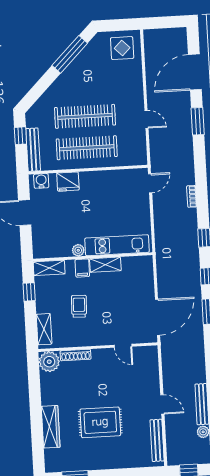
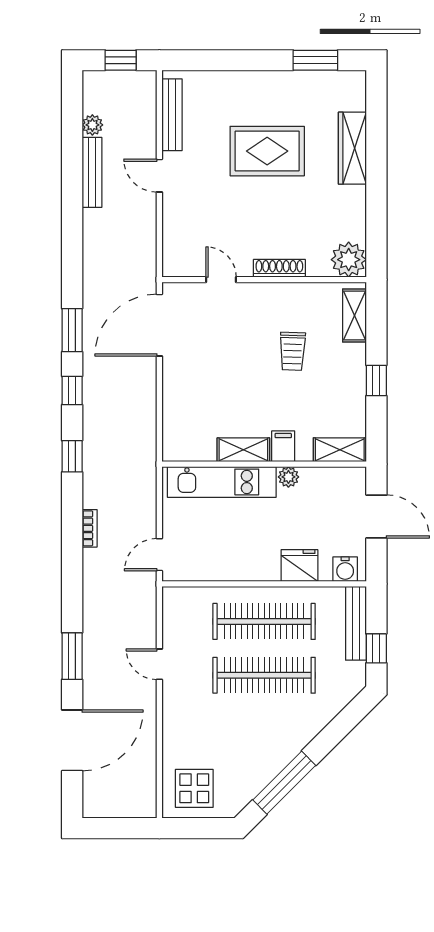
kitchen unit: (117, 245) -> (222, 482), moved
plant: (78, 250) -> (288, 477), moved
wall: (93, 257) -> (264, 464), moved
shelving: (105, 265) -> (243, 450), moved
shelving: (49, 268) -> (340, 450), moved
filing cabinet: (82, 268) -> (283, 446), moved
shoe rack: (76, 355) -> (279, 268), moved

